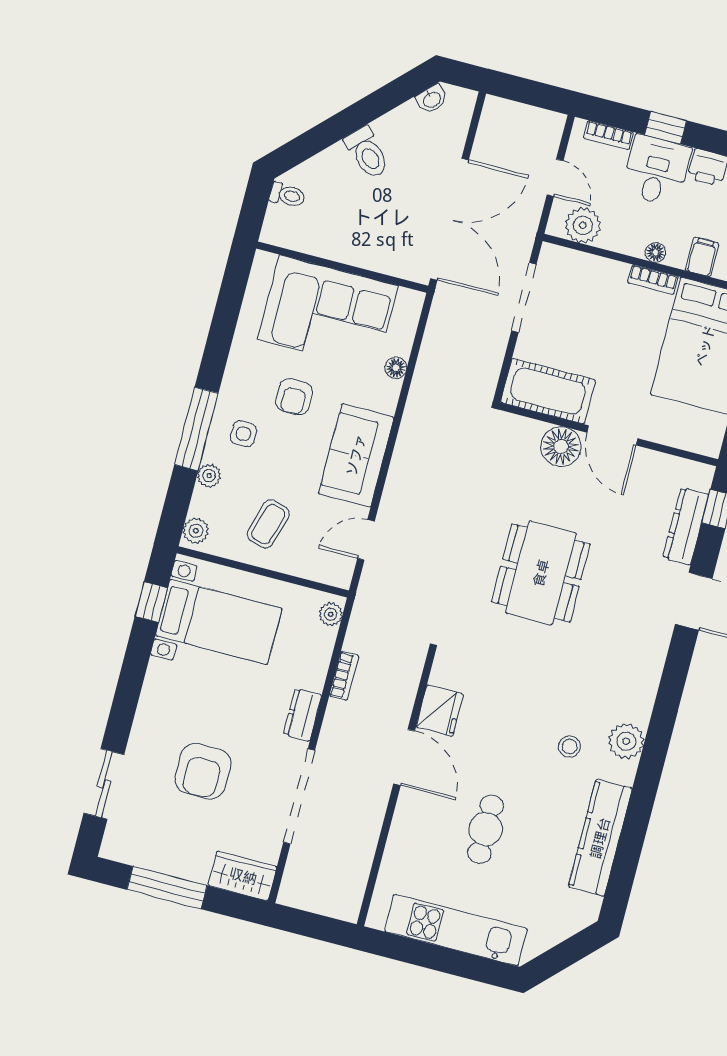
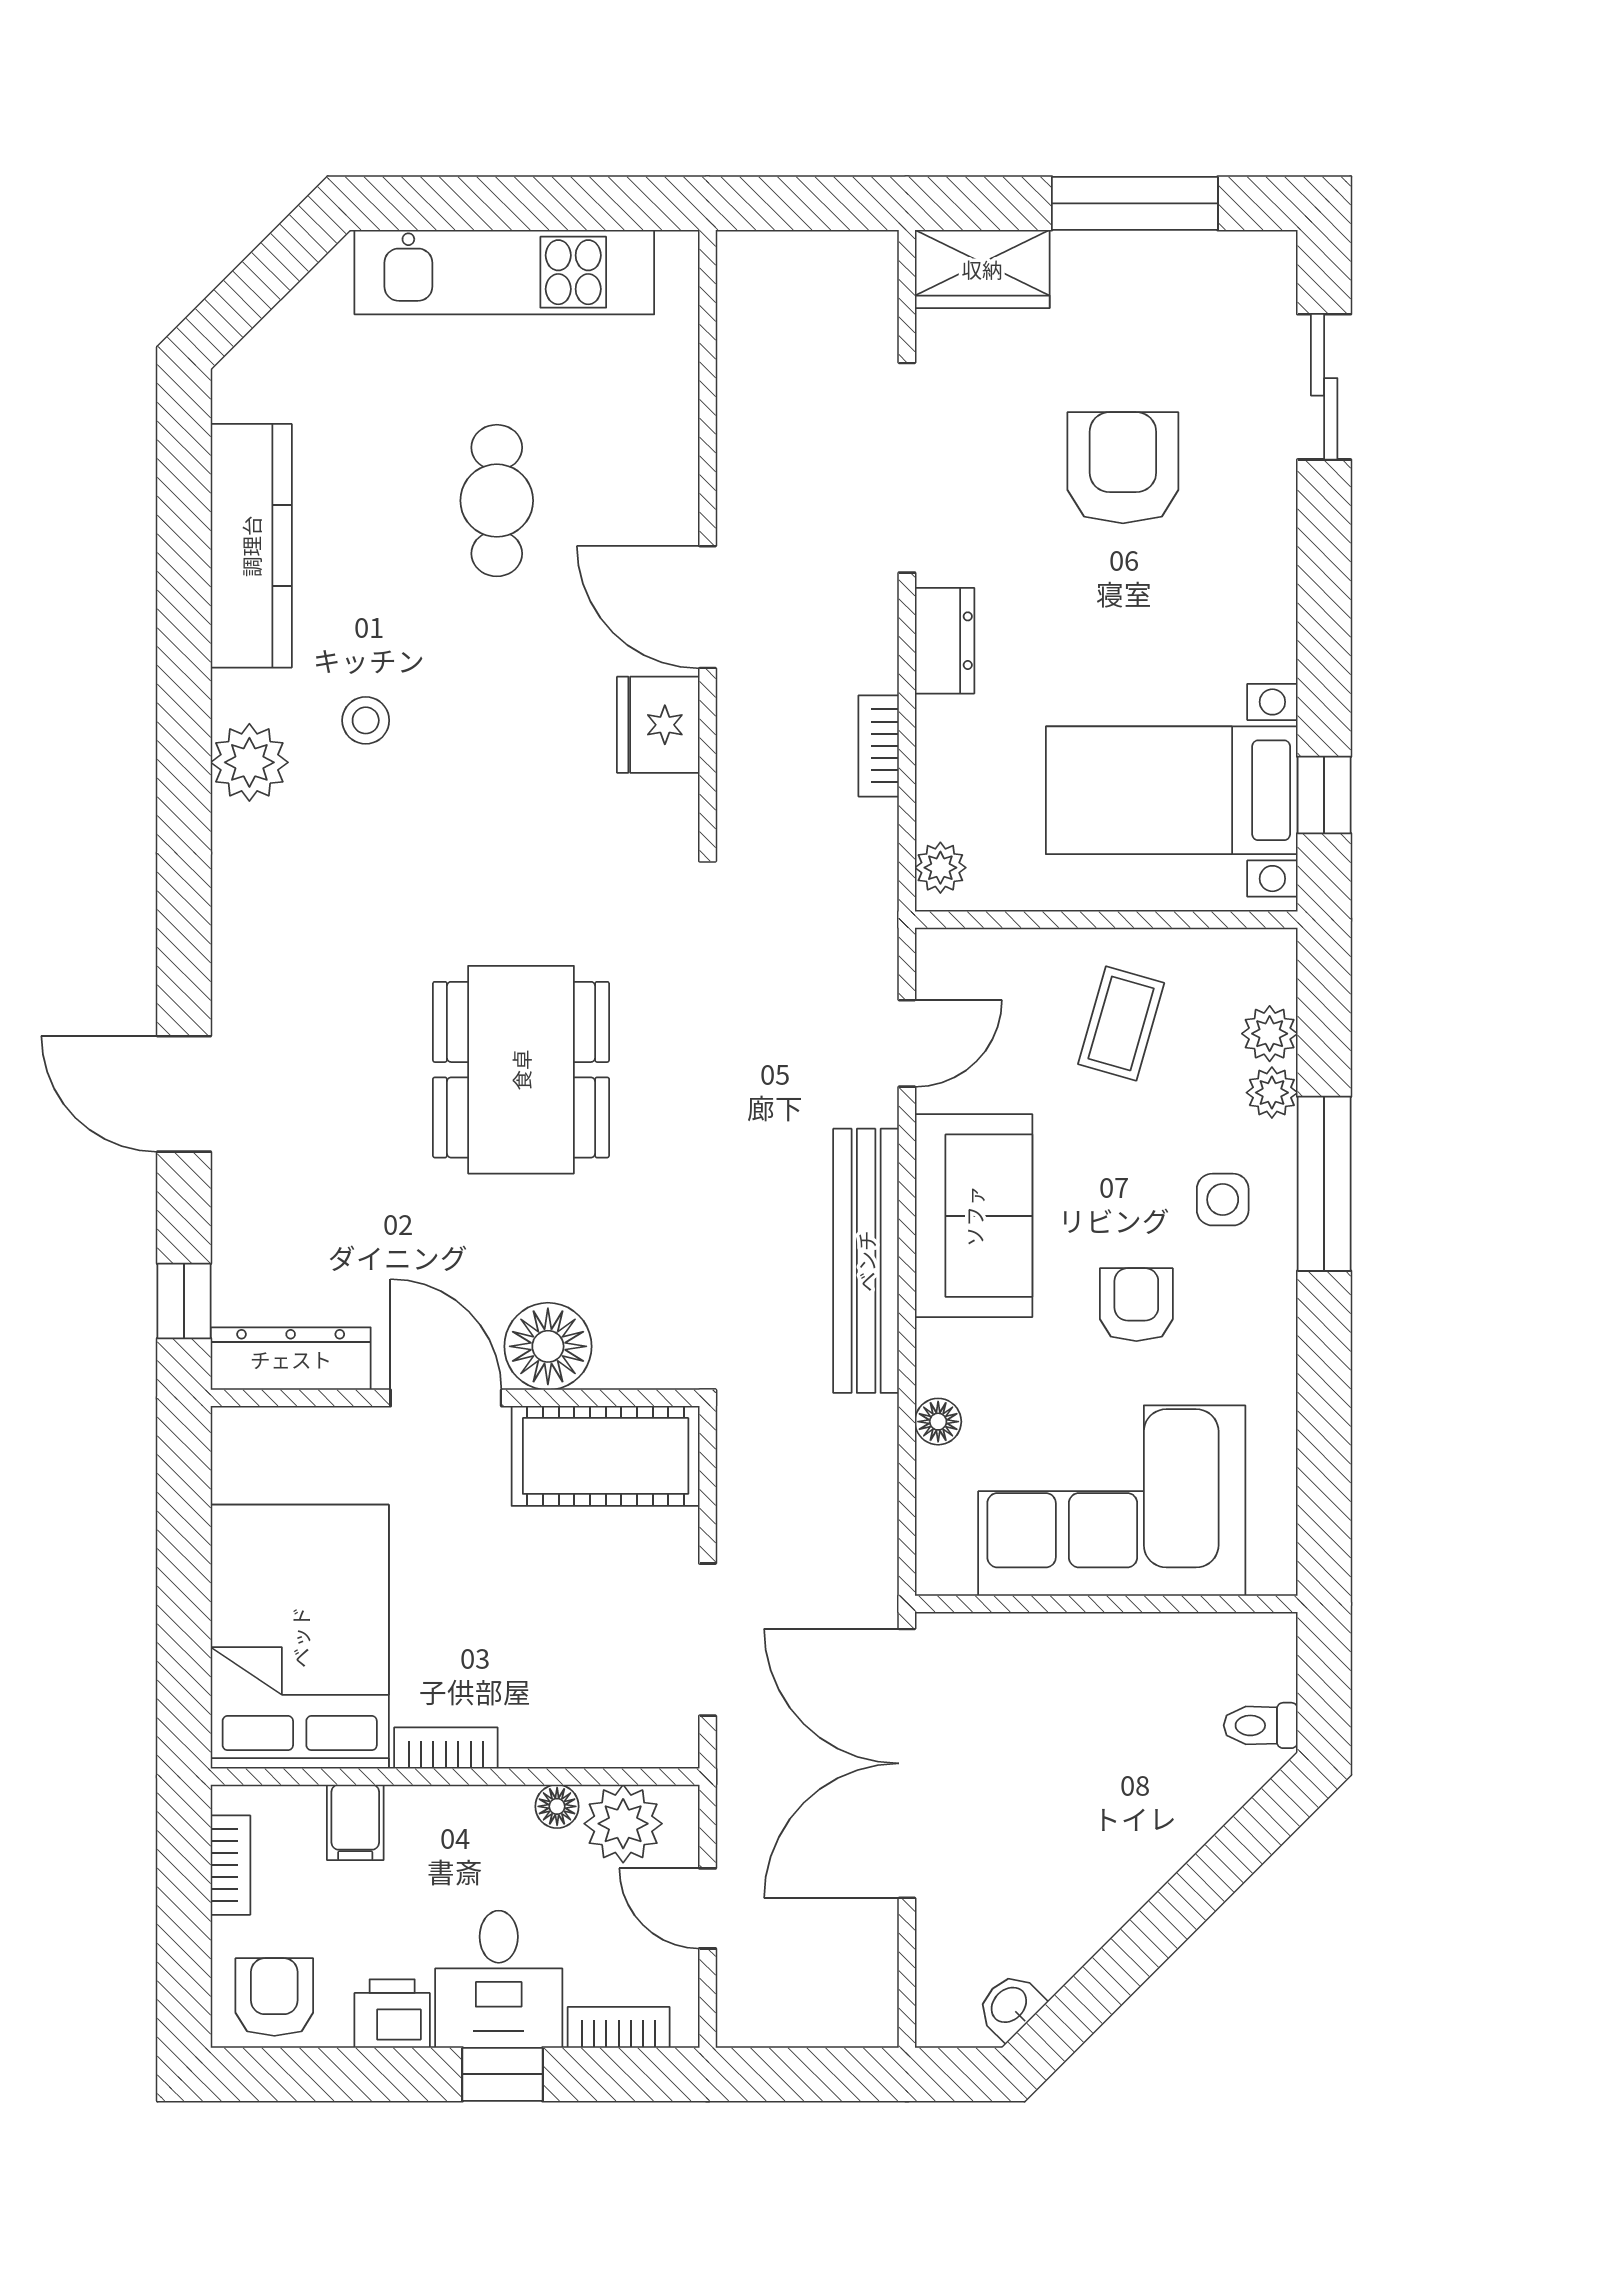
toilet: (367, 153) -> (1117, 1858), removed
floor lamp: (655, 252) -> (557, 1806), moved
bench: (409, 448) -> (866, 1261), added
dresser: (686, 526) -> (291, 1359), moved, turned -90
plant: (196, 531) -> (1270, 1034), moved

